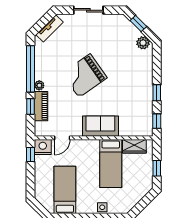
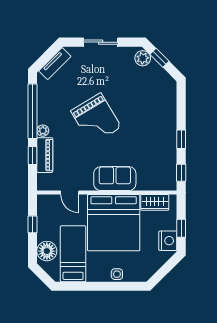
plant: (143, 43) -> (143, 58), moved
grand piano: (84, 76) -> (96, 119), turned -86
door: (62, 138) -> (70, 193), hinge flipped
nightstand: (43, 147) -> (168, 241), moved, turned 90
window: (31, 155) -> (32, 224), moved
bed: (111, 164) -> (114, 223), width x2.04
floor lamp: (43, 188) -> (47, 251), added

